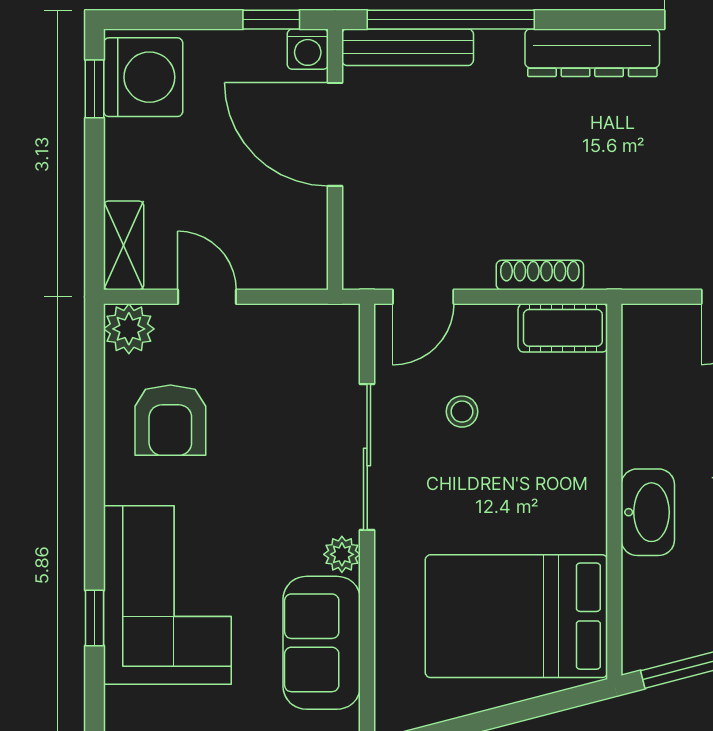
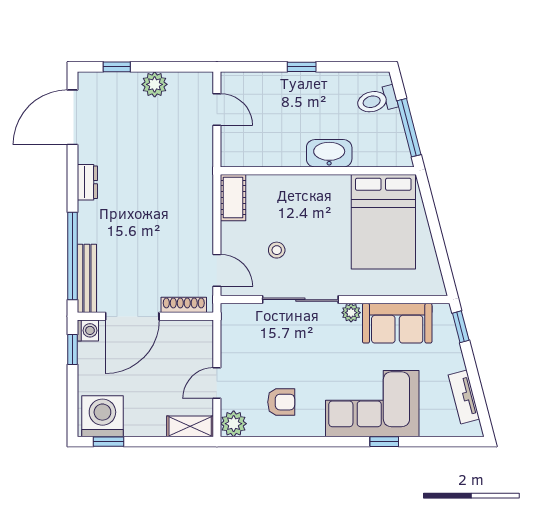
dresser: (592, 53) -> (87, 182), width x0.51, depth x0.80
shoe rack: (540, 275) -> (184, 305), moved, turned 90
armchair: (170, 420) -> (281, 402), width x0.72, depth x0.72

